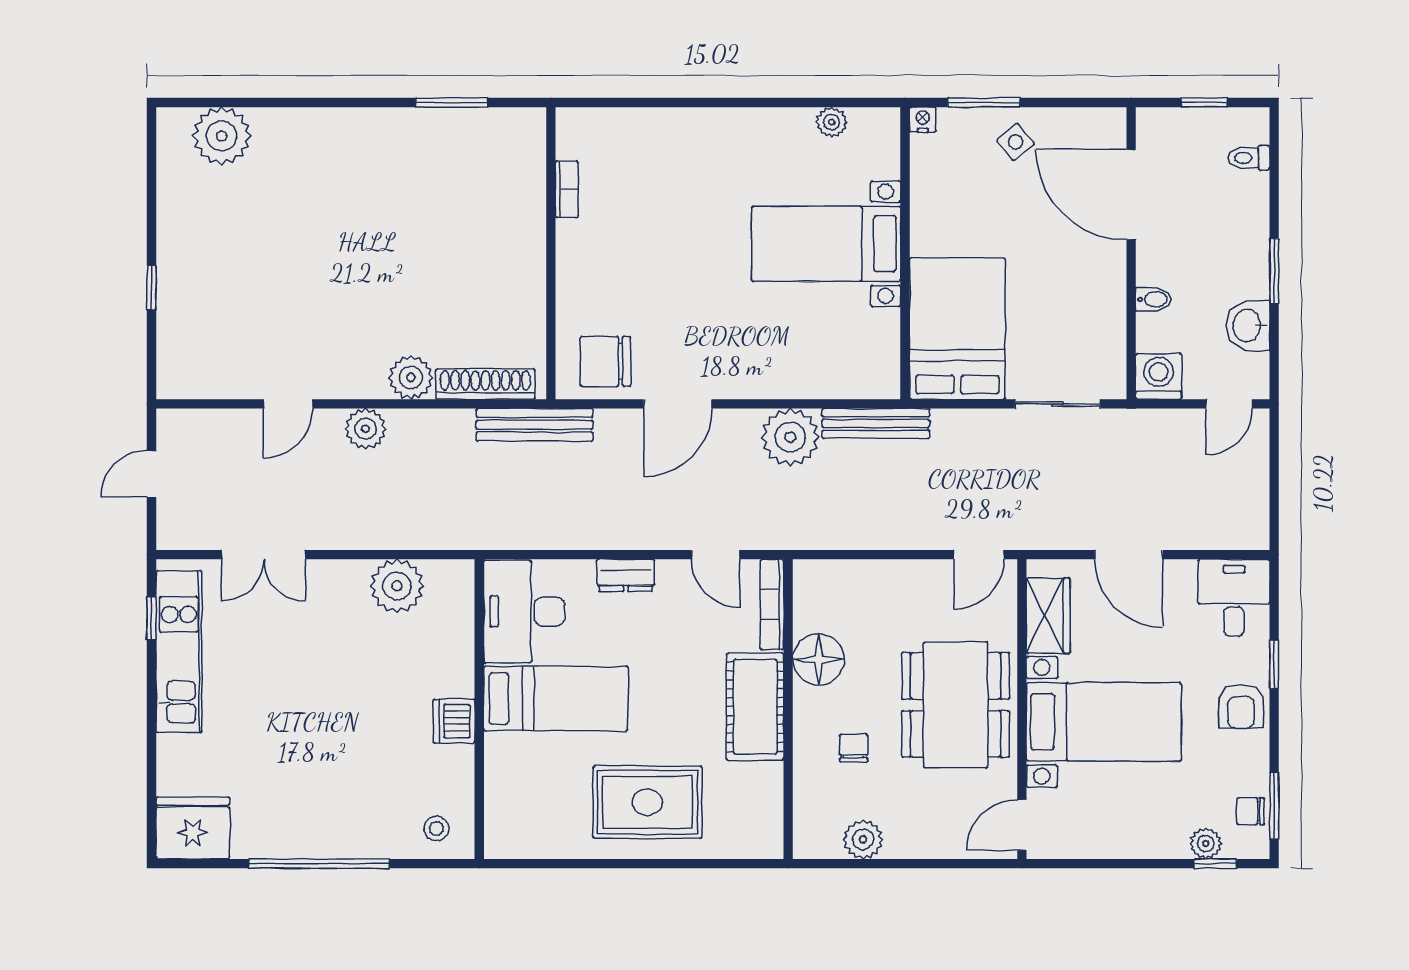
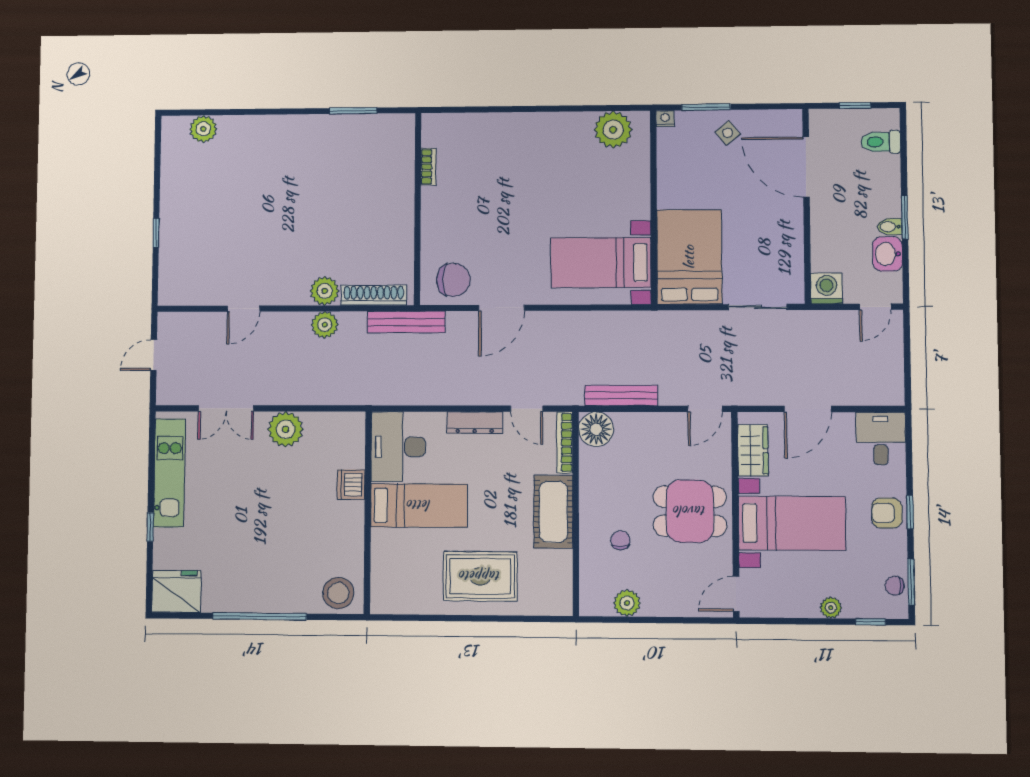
plant: (832, 122) -> (613, 130), width x1.87, depth x1.87
plant: (222, 136) -> (203, 129), width x0.73, depth x0.73
toilet: (1249, 158) -> (881, 142), width x1.37, depth x1.39
bed with nightstands: (826, 244) -> (601, 263), moved
bidet: (1153, 299) -> (890, 227), moved, turned 180
chair: (605, 361) -> (453, 280), turned 180
bench: (876, 423) -> (621, 396), moved
plant: (366, 429) -> (325, 325), moved
plant: (790, 437) -> (577, 330), removed
door: (1129, 555) -> (808, 409), hinge flipped
dresser: (626, 575) -> (475, 423), width x1.44
plant: (397, 586) -> (286, 429), moved
window: (151, 618) -> (150, 527), moved
floor lamp: (819, 659) -> (596, 429), moved
window: (1274, 664) -> (910, 512), moved
dining table: (956, 705) -> (690, 511), width x0.73
armchair: (1241, 706) -> (887, 513), turned 90
dishwasher: (454, 721) -> (351, 485), moved
stool: (436, 828) -> (338, 593), width x1.89, depth x1.89
plant: (1206, 844) -> (831, 608), moved

